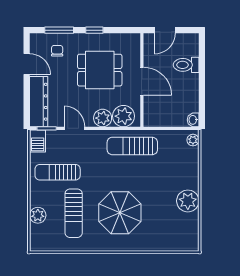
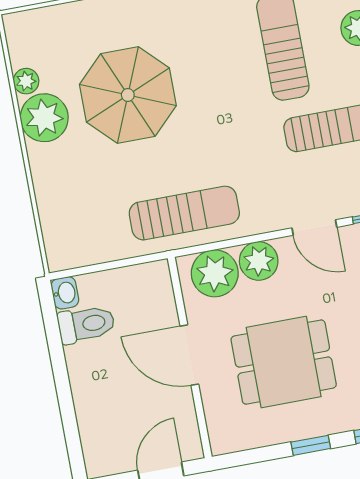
toilet: (186, 65) -> (86, 324), moved
plant: (193, 140) -> (26, 81), moved
parasol: (120, 213) -> (128, 95), moved

